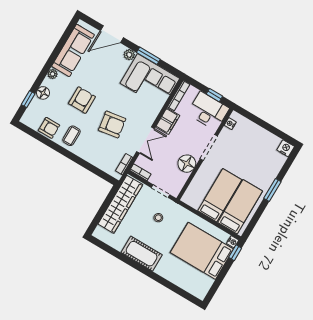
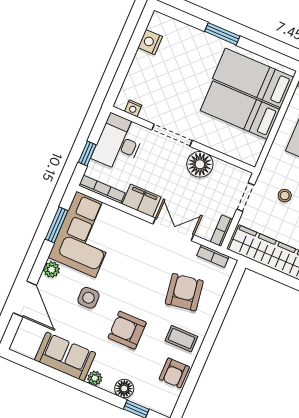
sofa: (73, 50) -> (65, 357), width x0.73
window: (148, 56) -> (57, 225), moved
side table: (107, 77) -> (88, 298), added
window: (214, 95) -> (87, 154), moved
armchair: (112, 124) -> (184, 292), moved
armchair: (49, 128) -> (174, 373), turned 180
nightstand: (286, 148) -> (150, 42), moved

